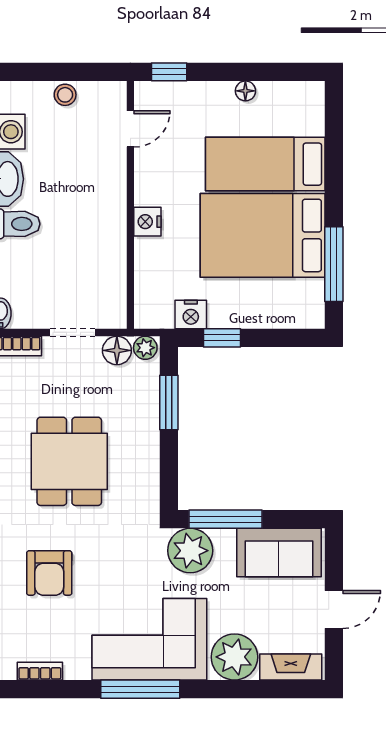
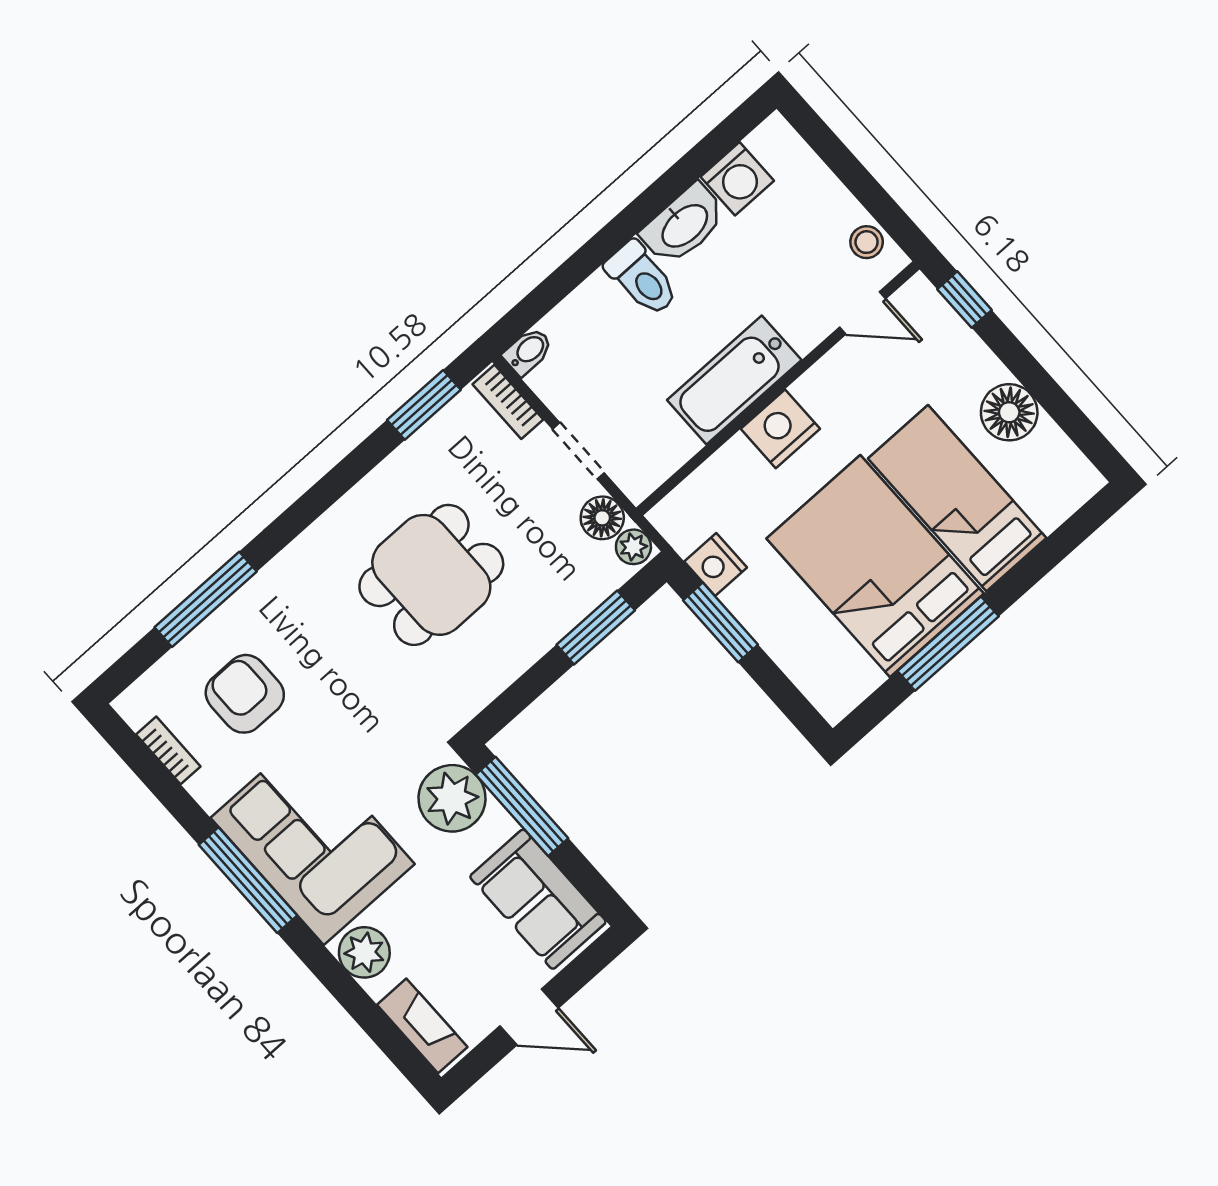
floor lamp: (245, 91) -> (1009, 412), width x1.89, depth x1.89
stool: (65, 95) -> (867, 242), moved
nightstand: (147, 222) -> (780, 429), width x1.36, depth x1.33
bathtub: (107, 223) -> (734, 380), added
window: (334, 264) -> (948, 644), moved
window: (222, 338) -> (721, 622), width x1.50
armchair: (49, 573) -> (245, 694), moved, turned 90
plant: (234, 657) -> (364, 952), width x0.73, depth x0.73

